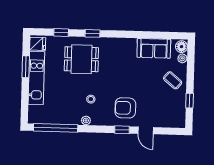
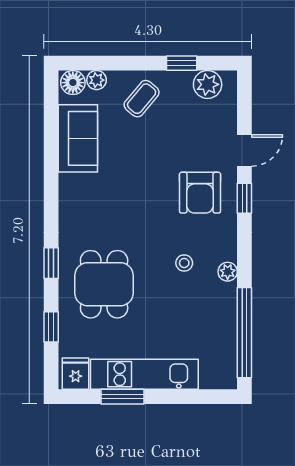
plant: (179, 113) -> (208, 84), added

